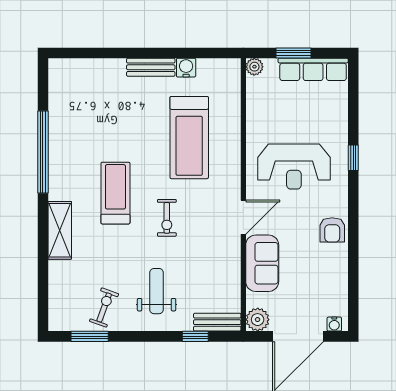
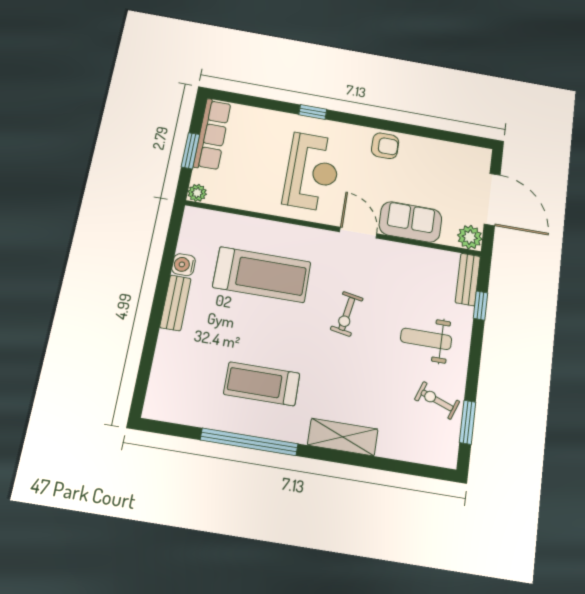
treadmill: (115, 193) -> (262, 384), moved
exercise bike: (167, 218) -> (347, 314), turned 100
water cooler: (334, 324) -> (483, 161), removed

